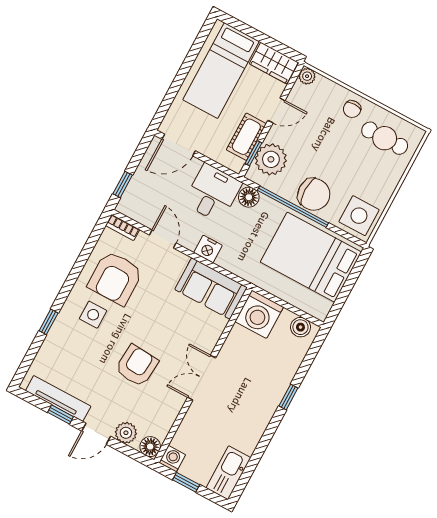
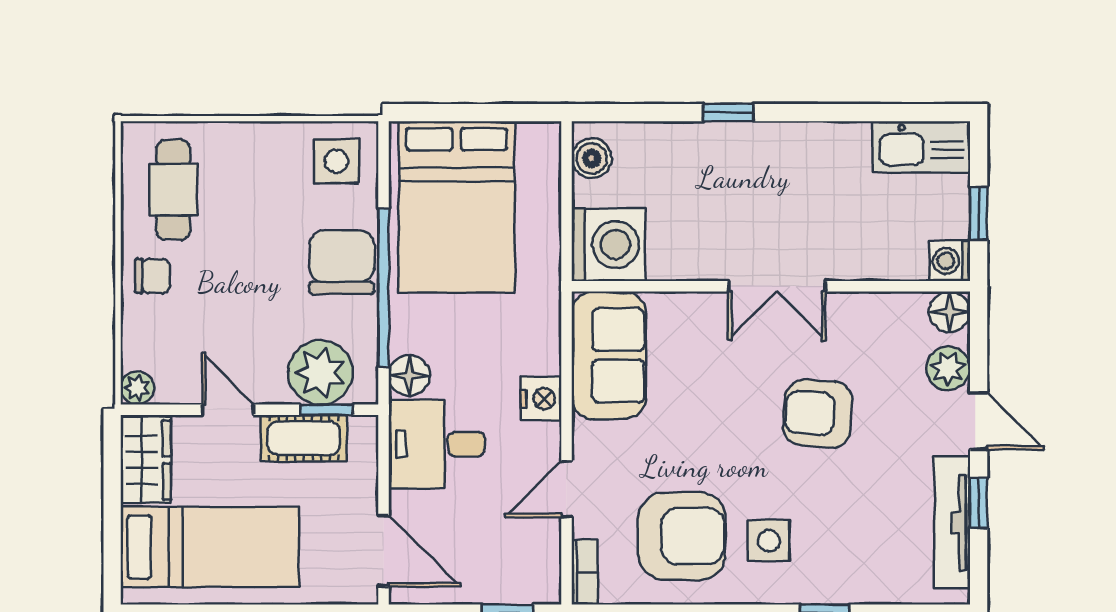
side table: (359, 216) -> (336, 161), width x0.73, depth x0.73

